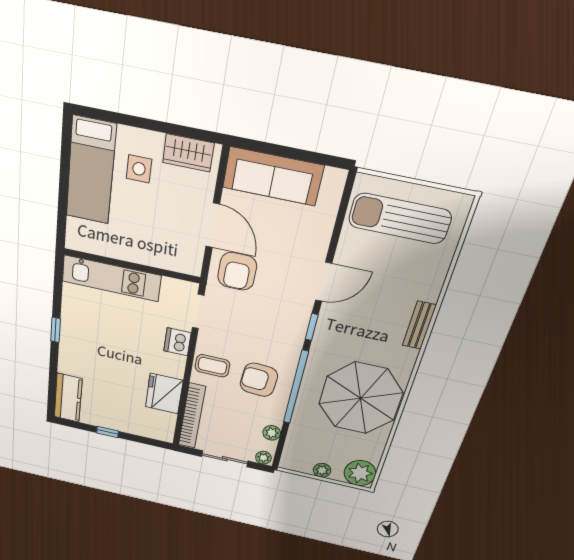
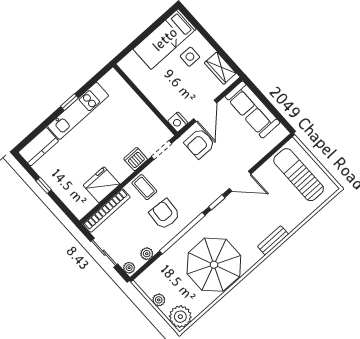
nightstand: (191, 264) -> (178, 122), added
kitchen unit: (111, 278) -> (78, 111), moved, turned -90

